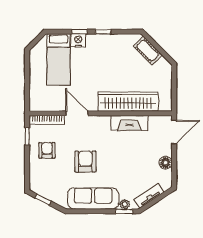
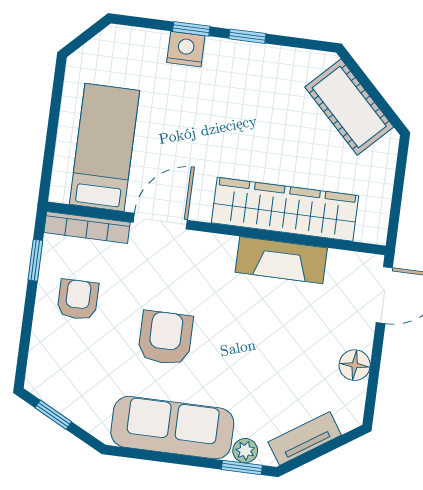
cot: (148, 50) -> (349, 107), width x1.37, depth x1.34
bed: (58, 59) -> (104, 147), moved, turned 180
door: (77, 113) -> (160, 221), hinge flipped

